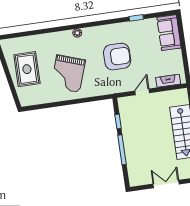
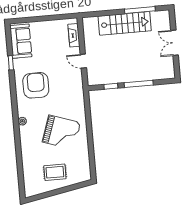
sofa: (169, 33) -> (21, 41), moved, turned -90
armchair: (117, 57) -> (36, 85), moved
rug: (27, 69) -> (55, 172), width x0.73, depth x0.70

